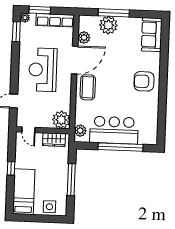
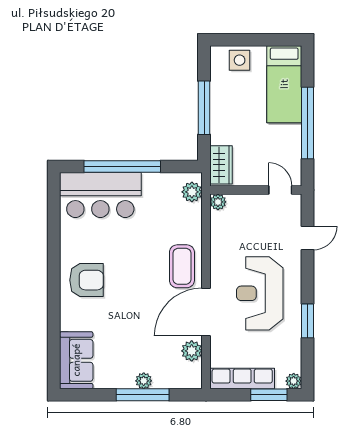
plant: (108, 25) -> (144, 381), width x0.53, depth x0.53
window: (16, 32) -> (307, 321), moved
reception desk: (43, 70) -> (260, 293), turned 180
plant: (61, 120) -> (218, 202), width x0.53, depth x0.53
bar counter: (114, 130) -> (100, 195), moved
wardrobe: (54, 140) -> (221, 165), moved, turned 90
window: (11, 168) -> (307, 123), width x3.17

